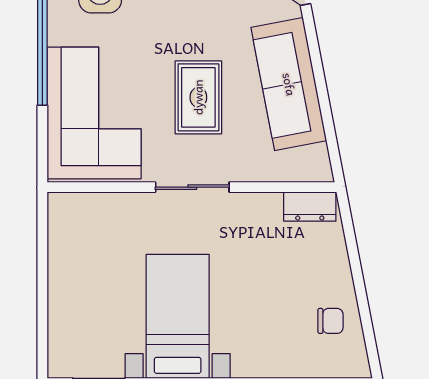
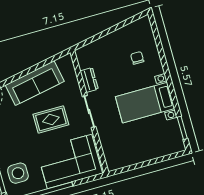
dresser: (310, 207) -> (89, 80), moved
chair: (331, 321) -> (137, 58), moved

